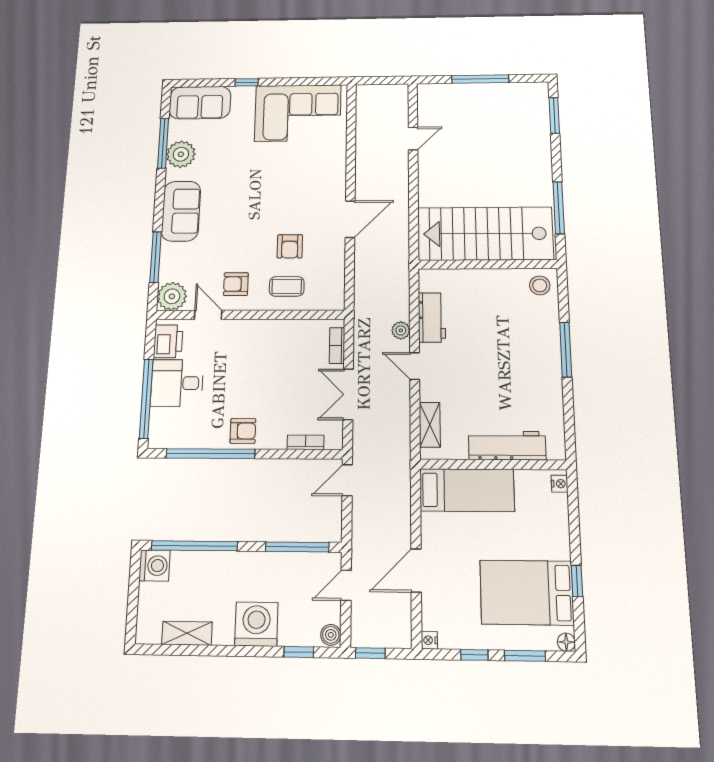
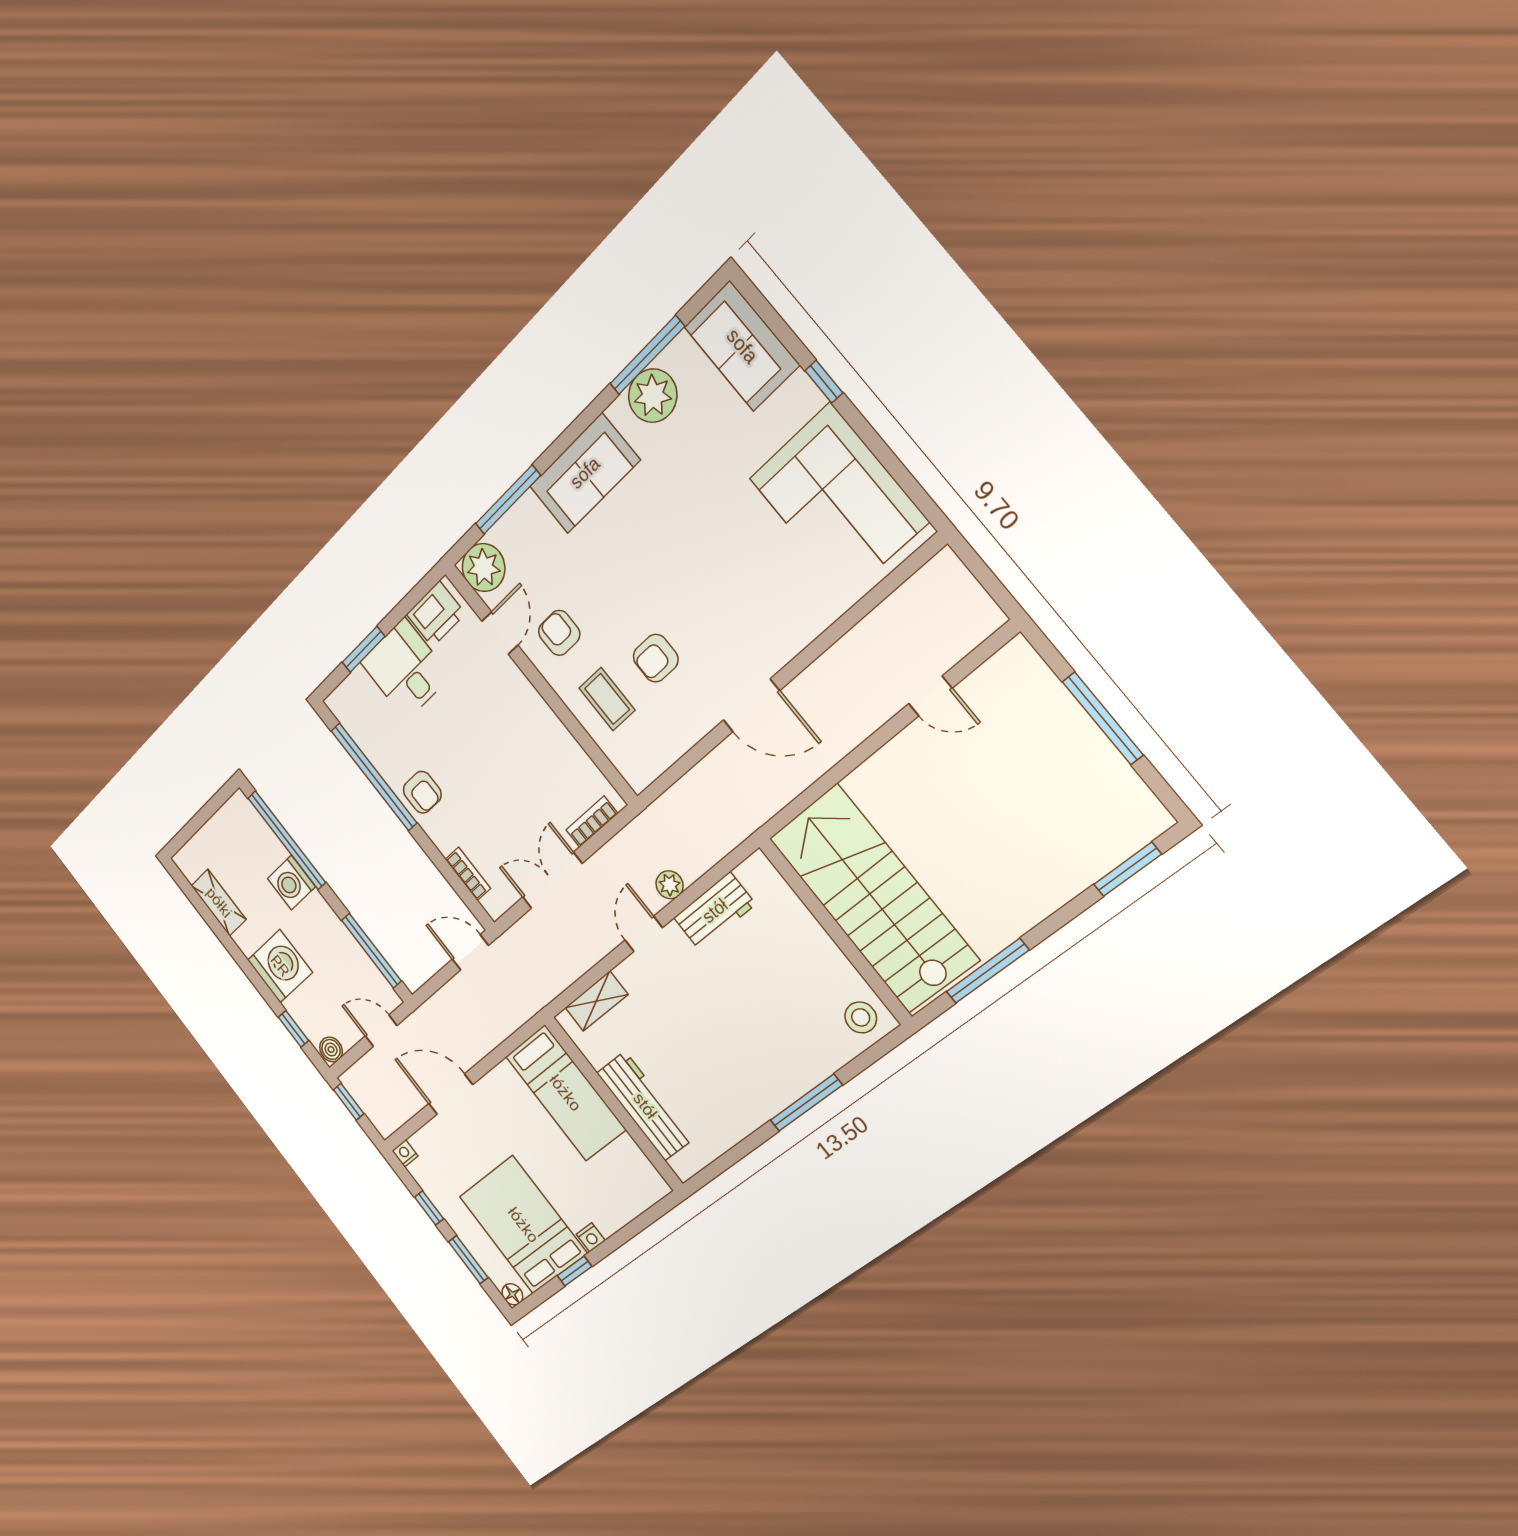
window: (146, 399) -> (364, 649), width x0.47
nightstand: (560, 484) -> (591, 1237), moved
washing machine: (155, 566) -> (291, 883), moved, turned 90

